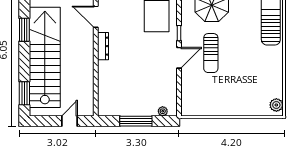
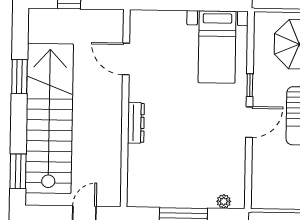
dresser: (103, 46) -> (136, 123), moved

